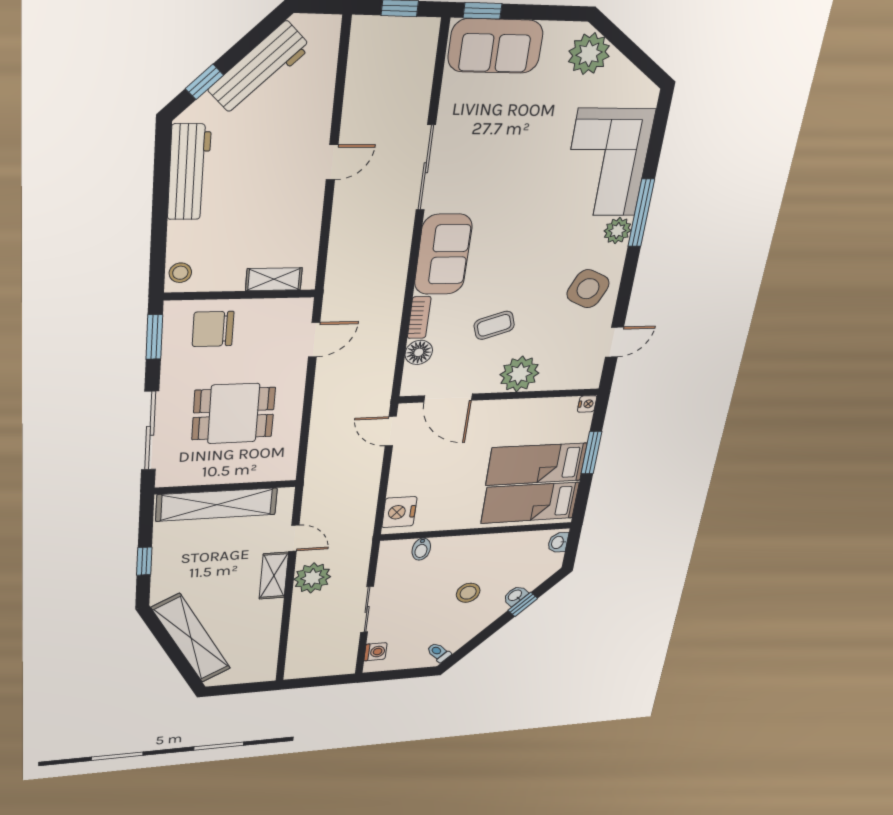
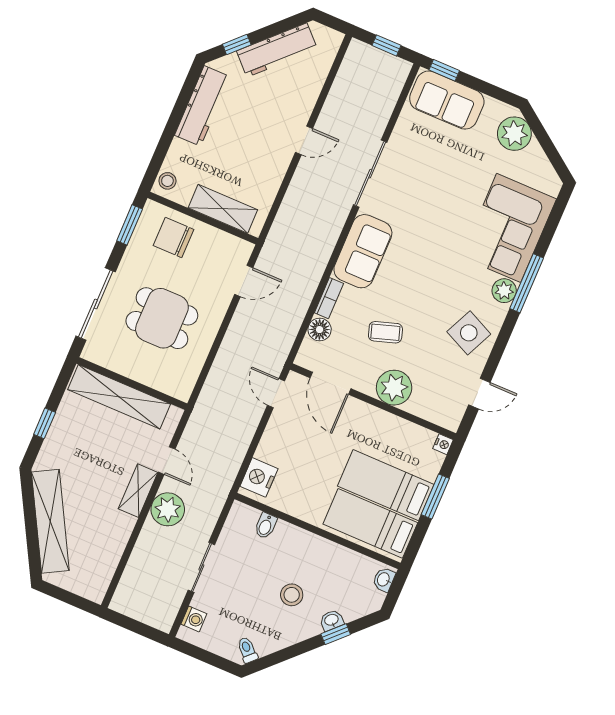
shelving: (274, 279) -> (223, 209), width x1.50, depth x1.33

